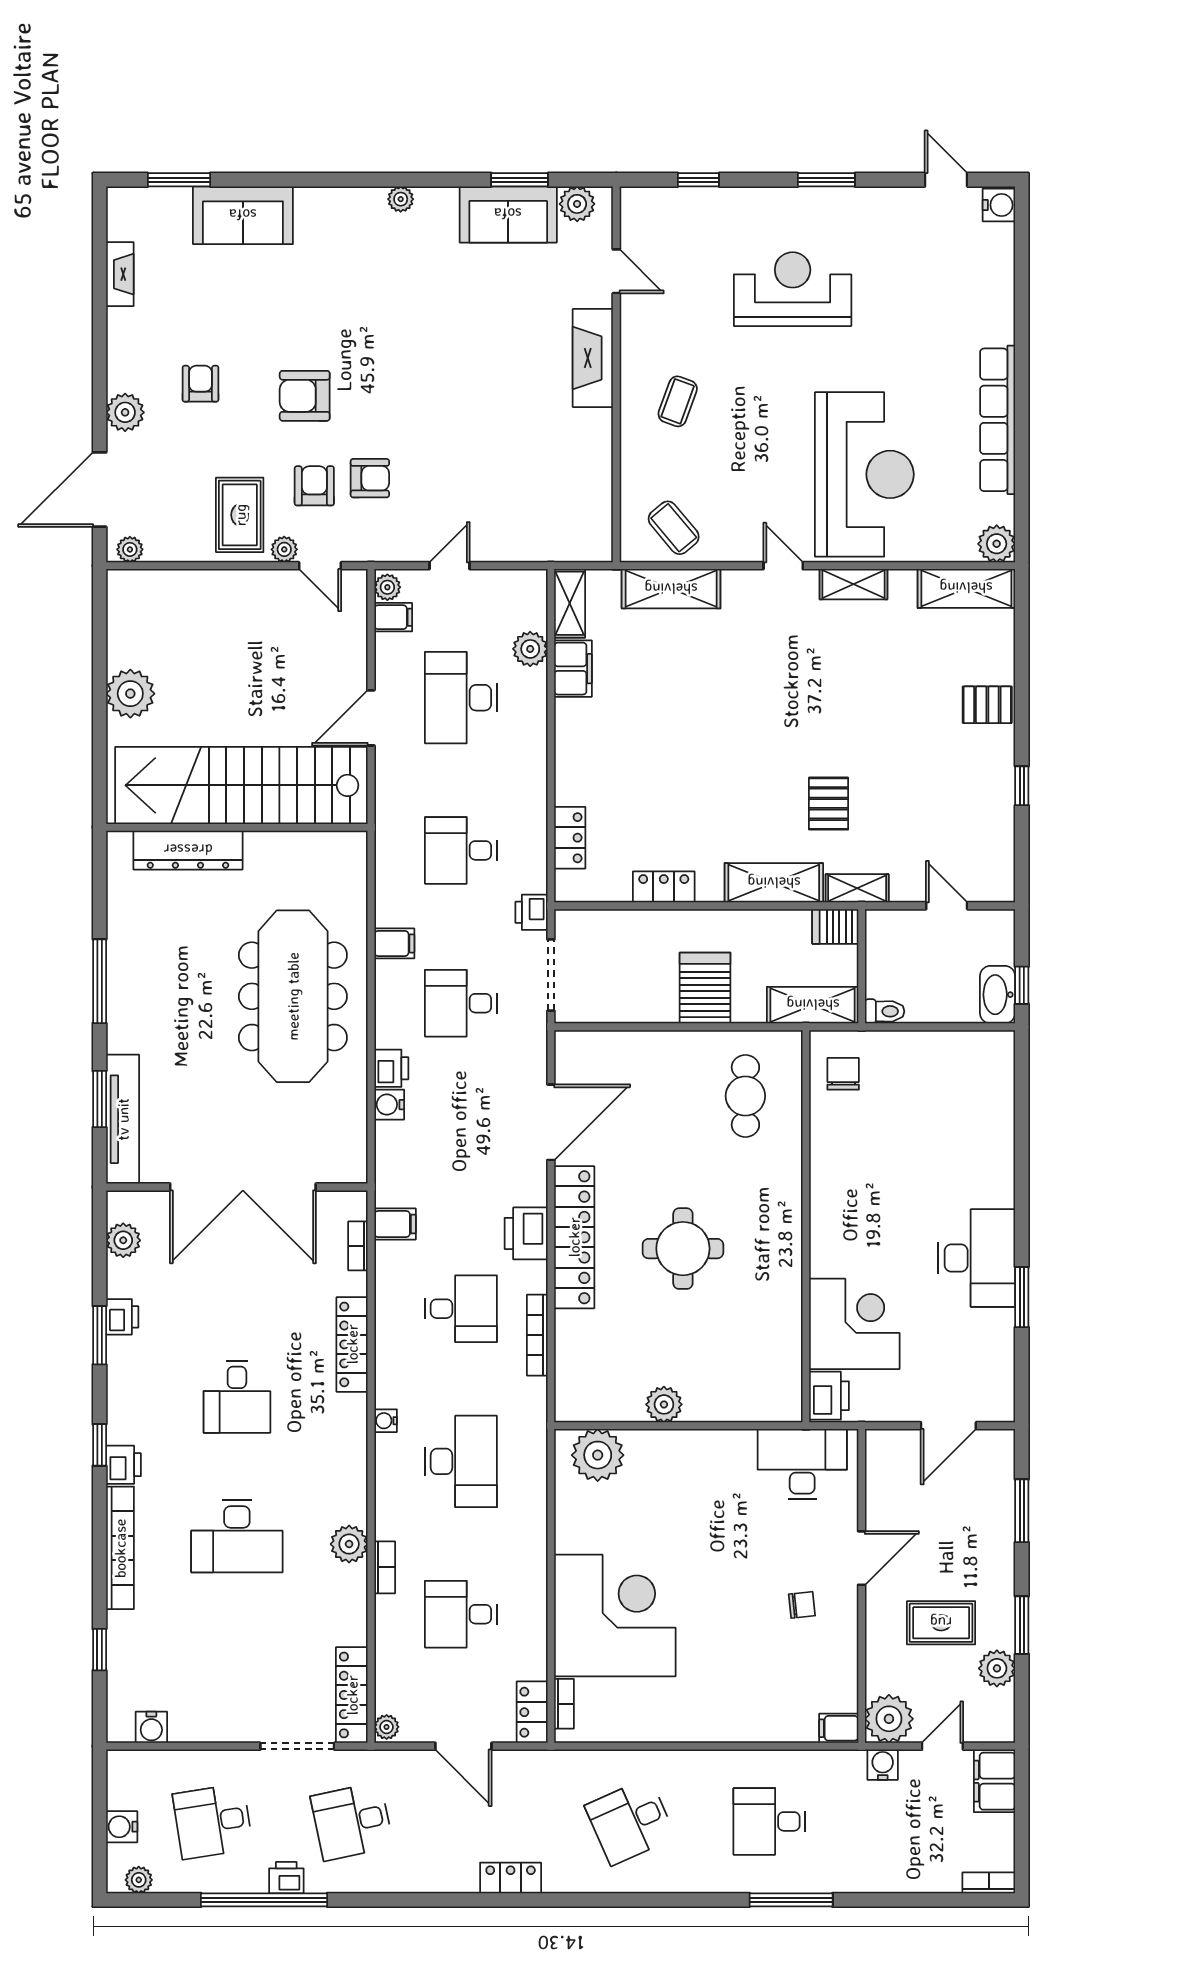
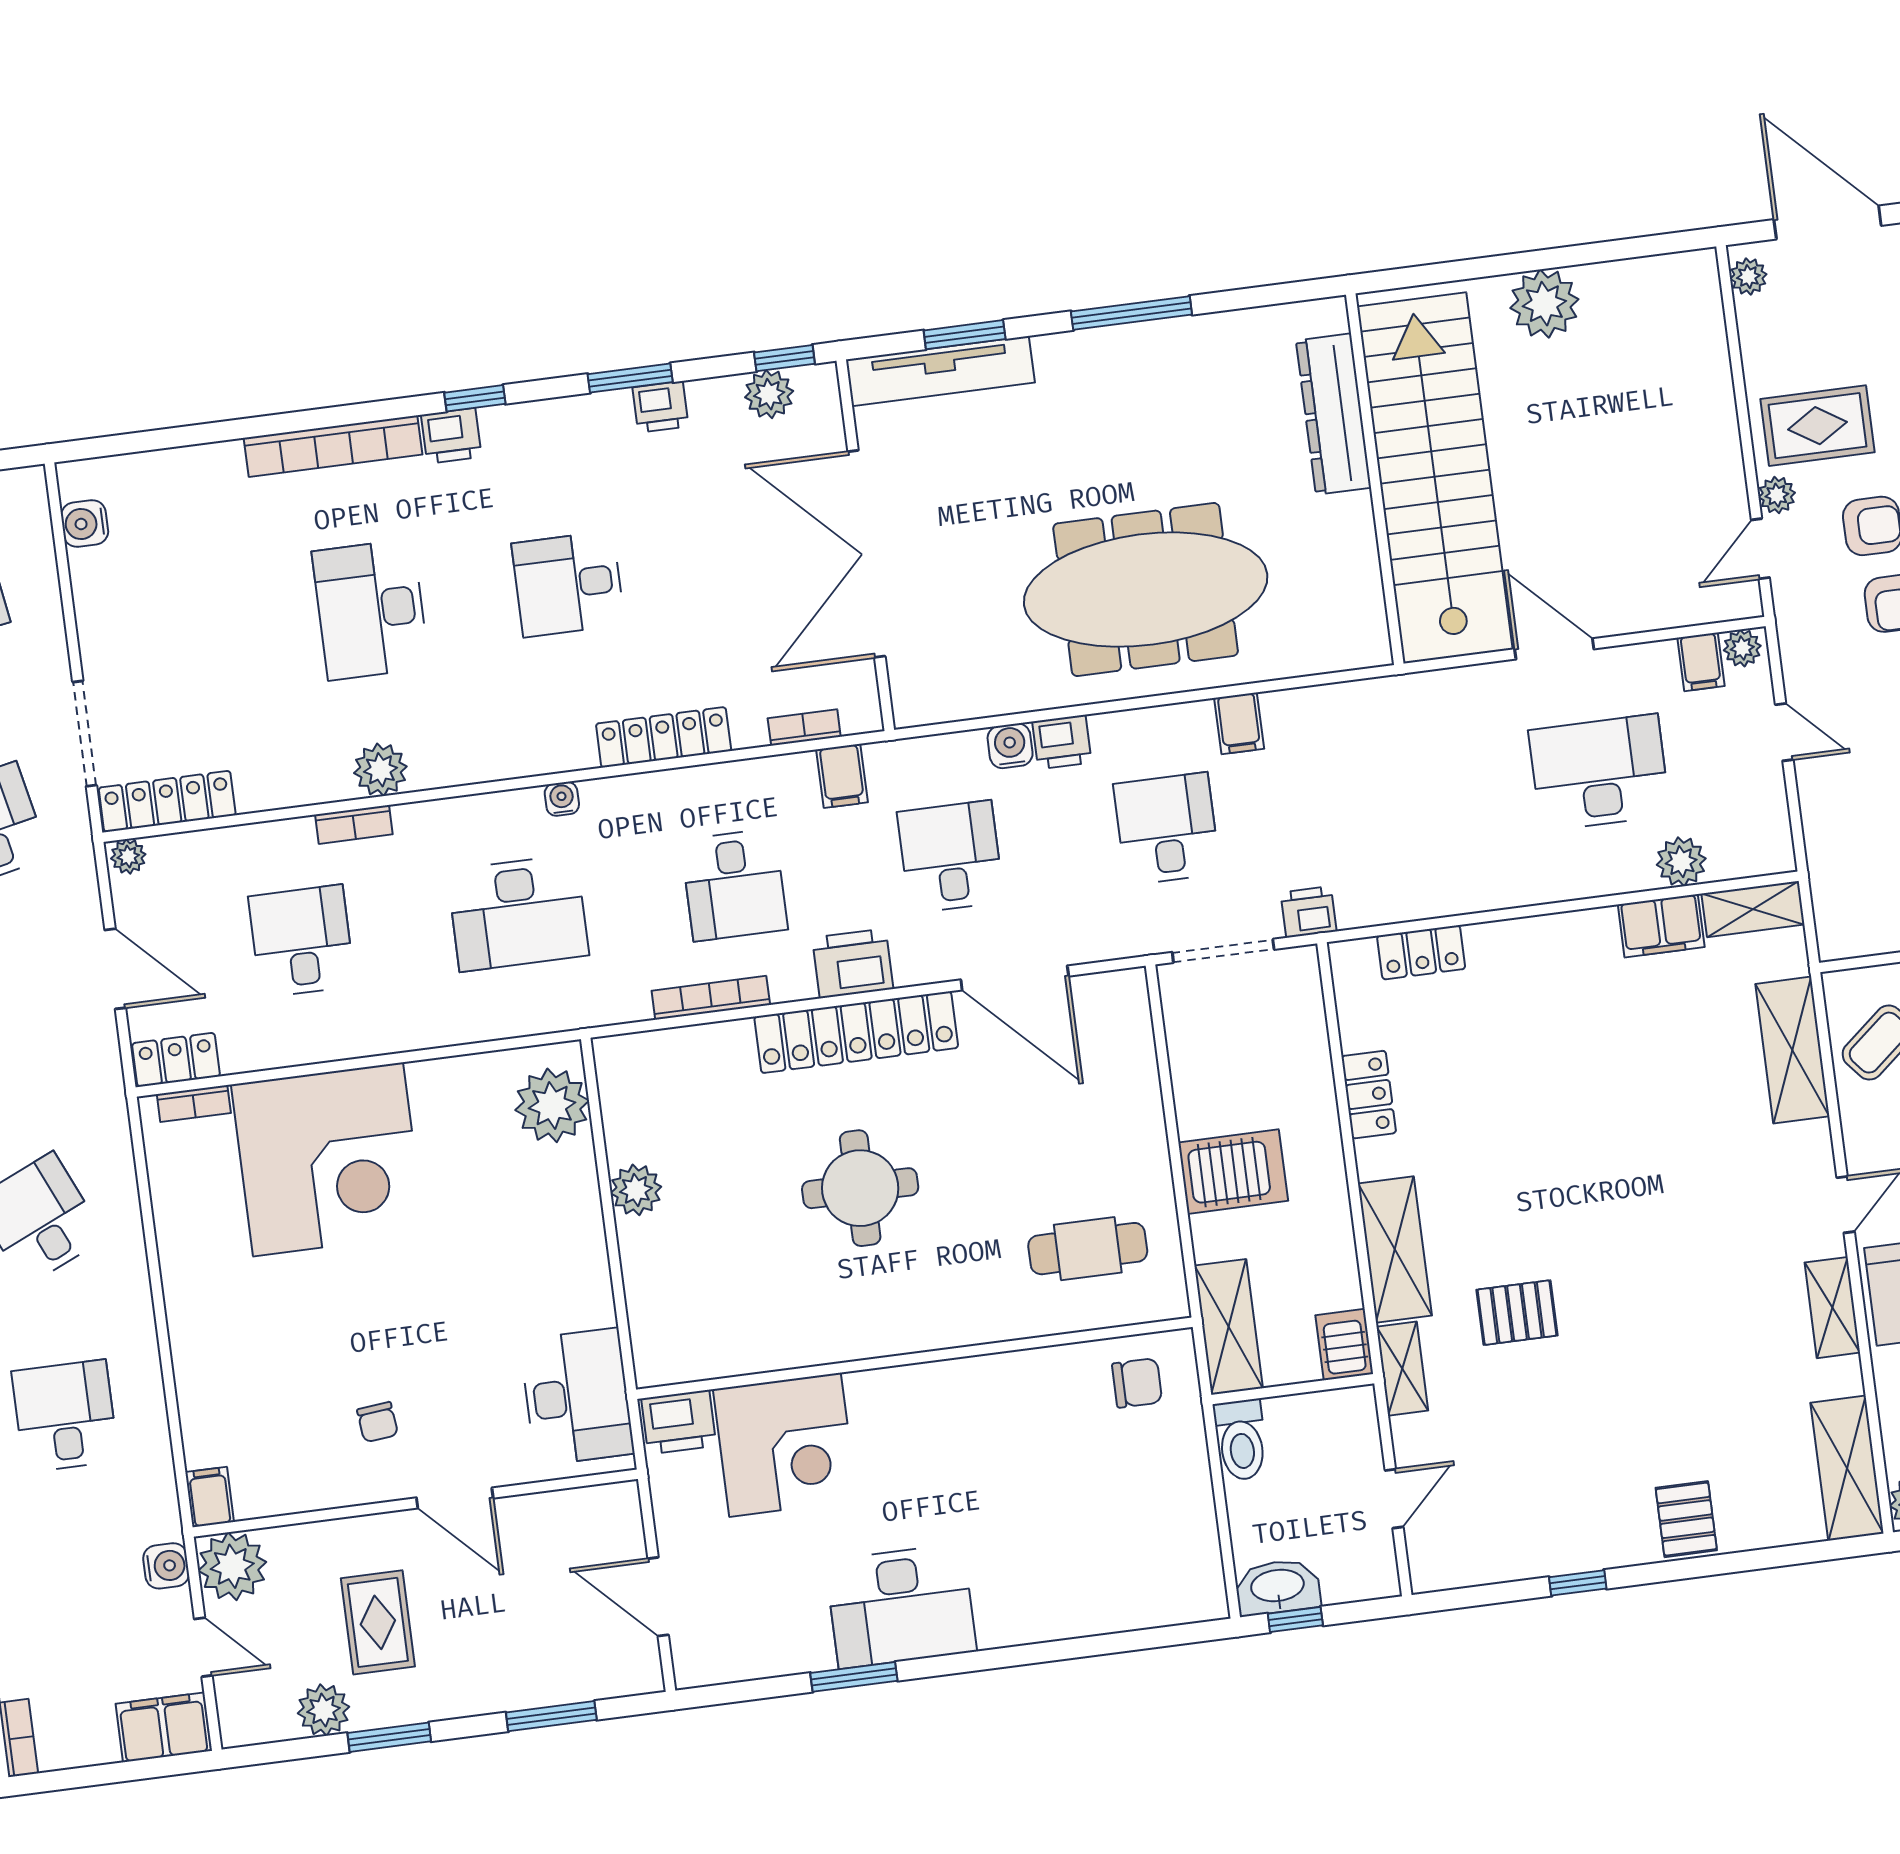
desk: (461, 850) -> (951, 857), moved
toilet: (885, 1011) -> (1241, 1440), width x1.37, depth x1.39
window: (100, 1650) -> (784, 358), moved
door: (463, 1746) -> (115, 969), swing flipped

